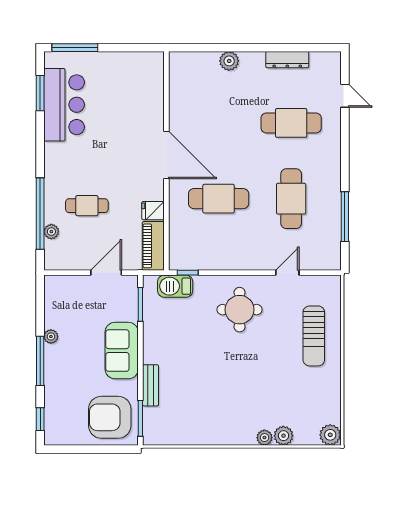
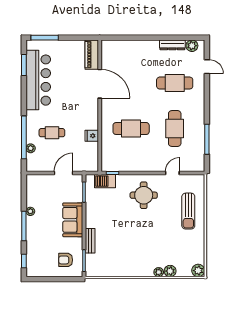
plant: (229, 61) -> (192, 46), moved
bar counter: (64, 105) -> (38, 80), width x1.36
door: (166, 155) -> (100, 84), moved
piano: (153, 246) -> (92, 55), moved
armchair: (110, 417) -> (66, 260), width x0.53, depth x0.53

